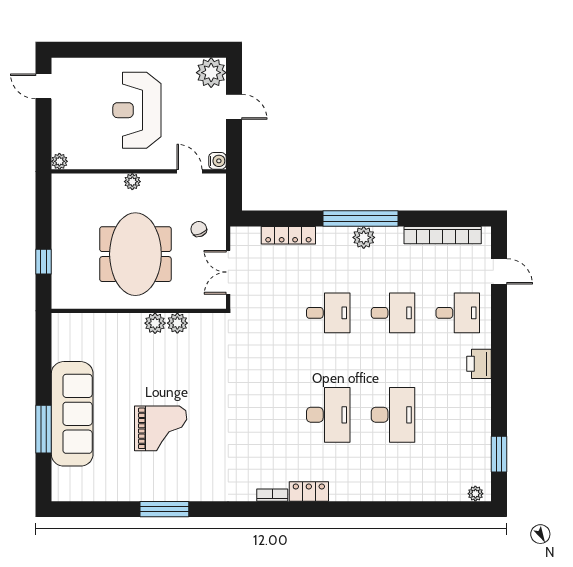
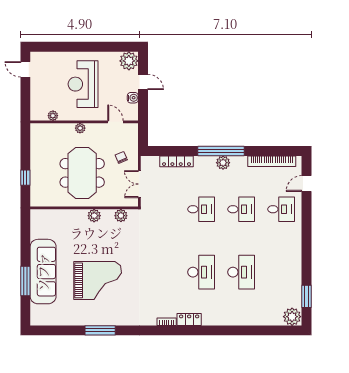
plant: (59, 161) -> (53, 116), moved
water cooler: (218, 161) -> (133, 98), moved
door: (499, 271) -> (307, 184), swing flipped
plant: (177, 323) -> (121, 216), moved
printer: (479, 364) -> (294, 241), removed
grand piano: (161, 428) -> (98, 280), width x1.37, depth x1.48
plant: (475, 494) -> (292, 317), width x1.87, depth x1.87

